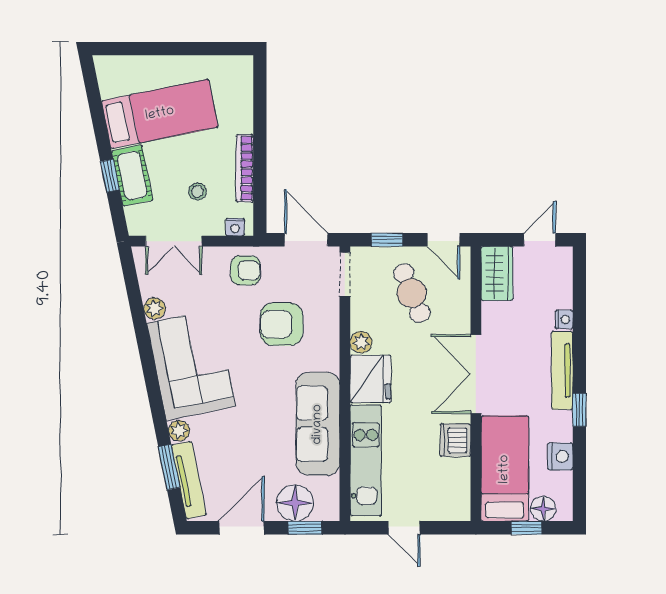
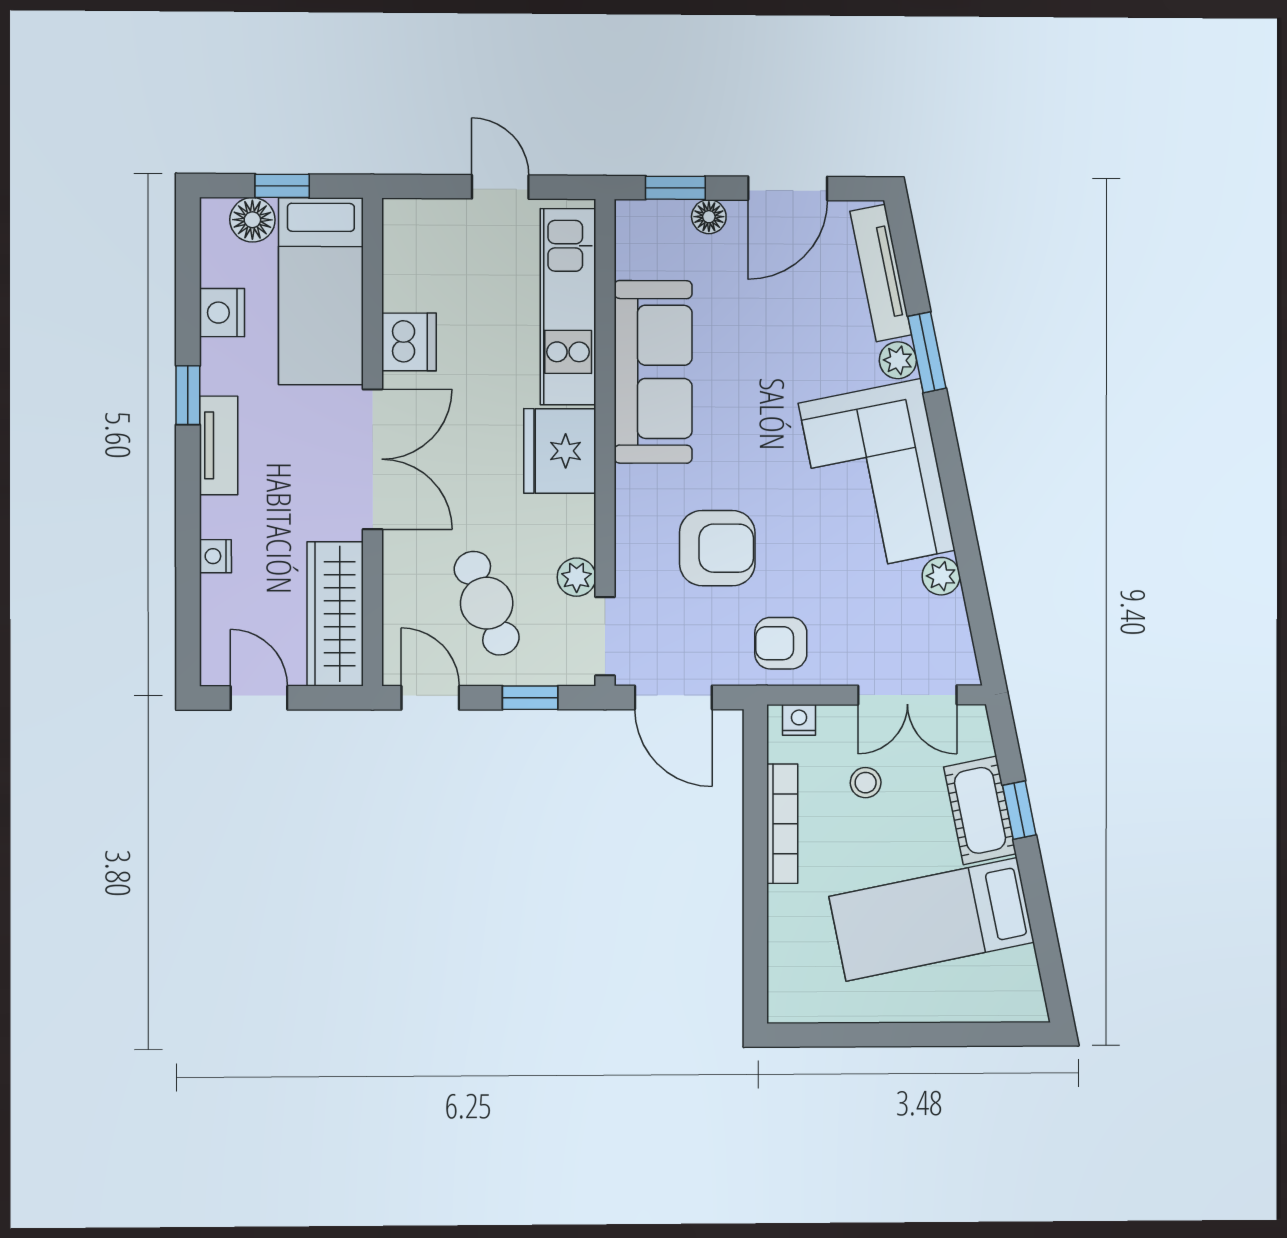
door: (540, 240) -> (259, 698), swing flipped
double door: (174, 241) -> (907, 695), swing flipped
wardrobe: (497, 273) -> (335, 614), width x1.50
plant: (361, 342) -> (577, 577), moved
tv unit: (562, 370) -> (219, 445), width x0.71
window: (169, 467) -> (927, 352), moved
floor lamp: (295, 503) -> (709, 217), width x0.53, depth x0.53

